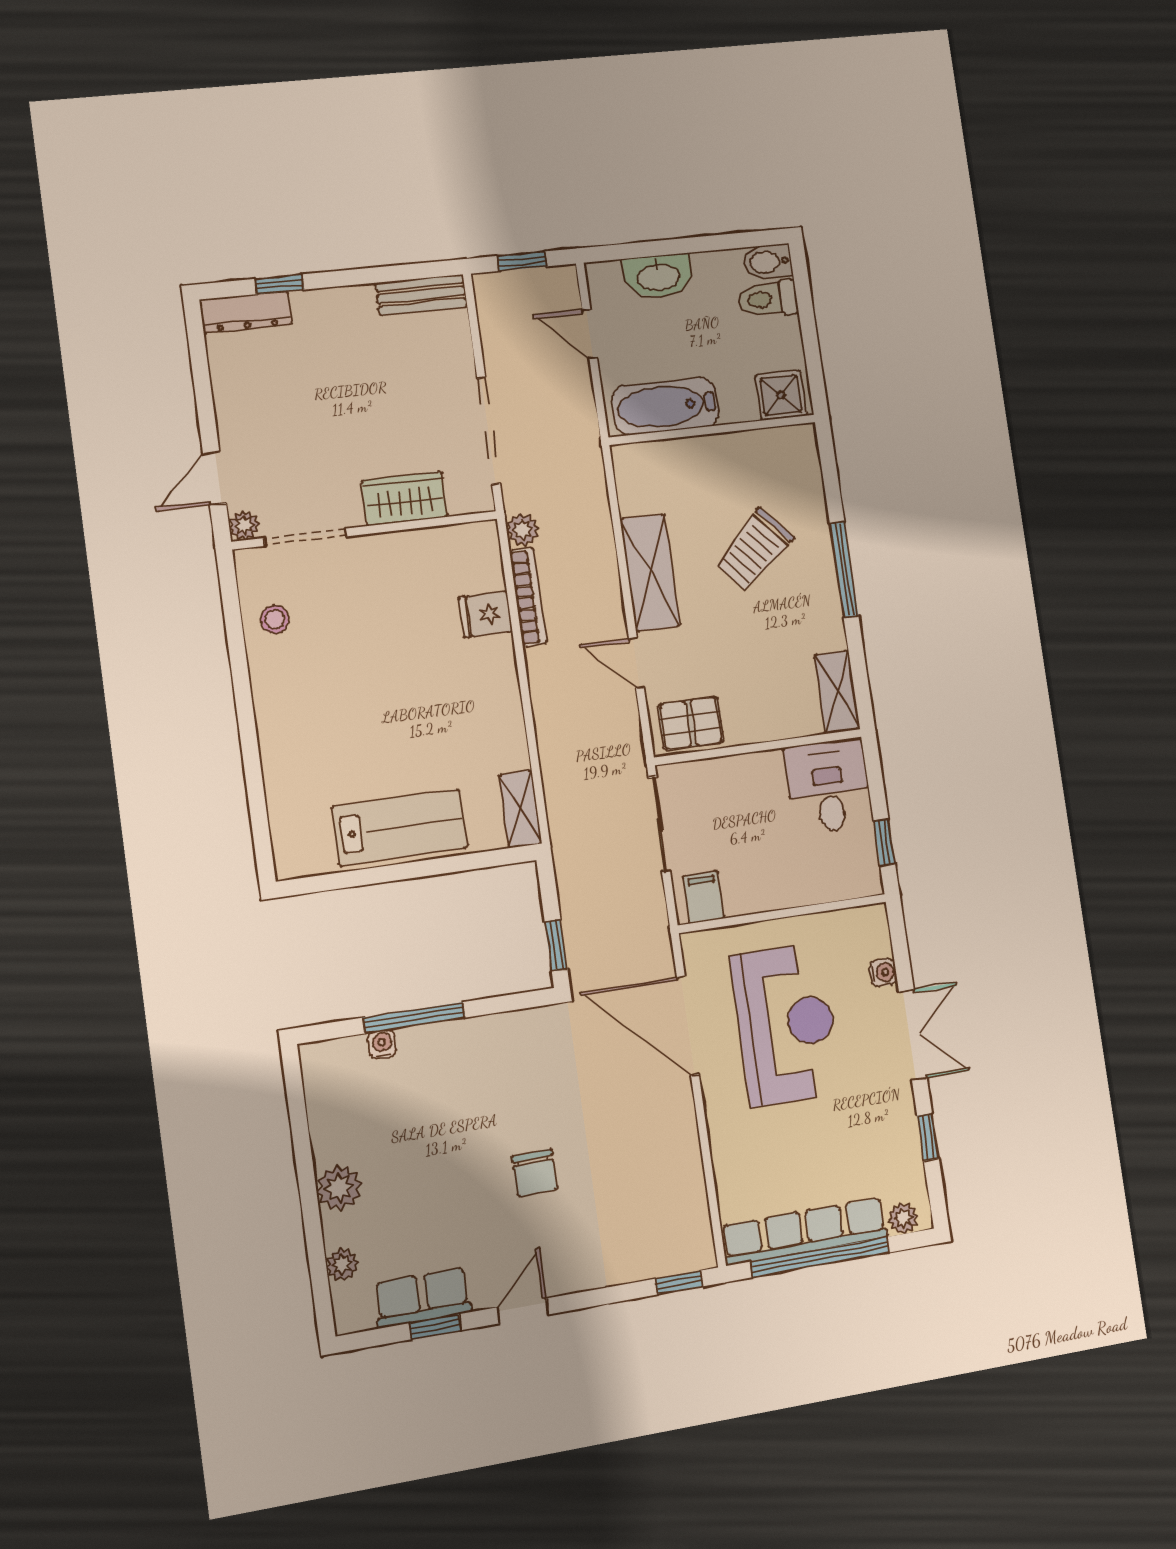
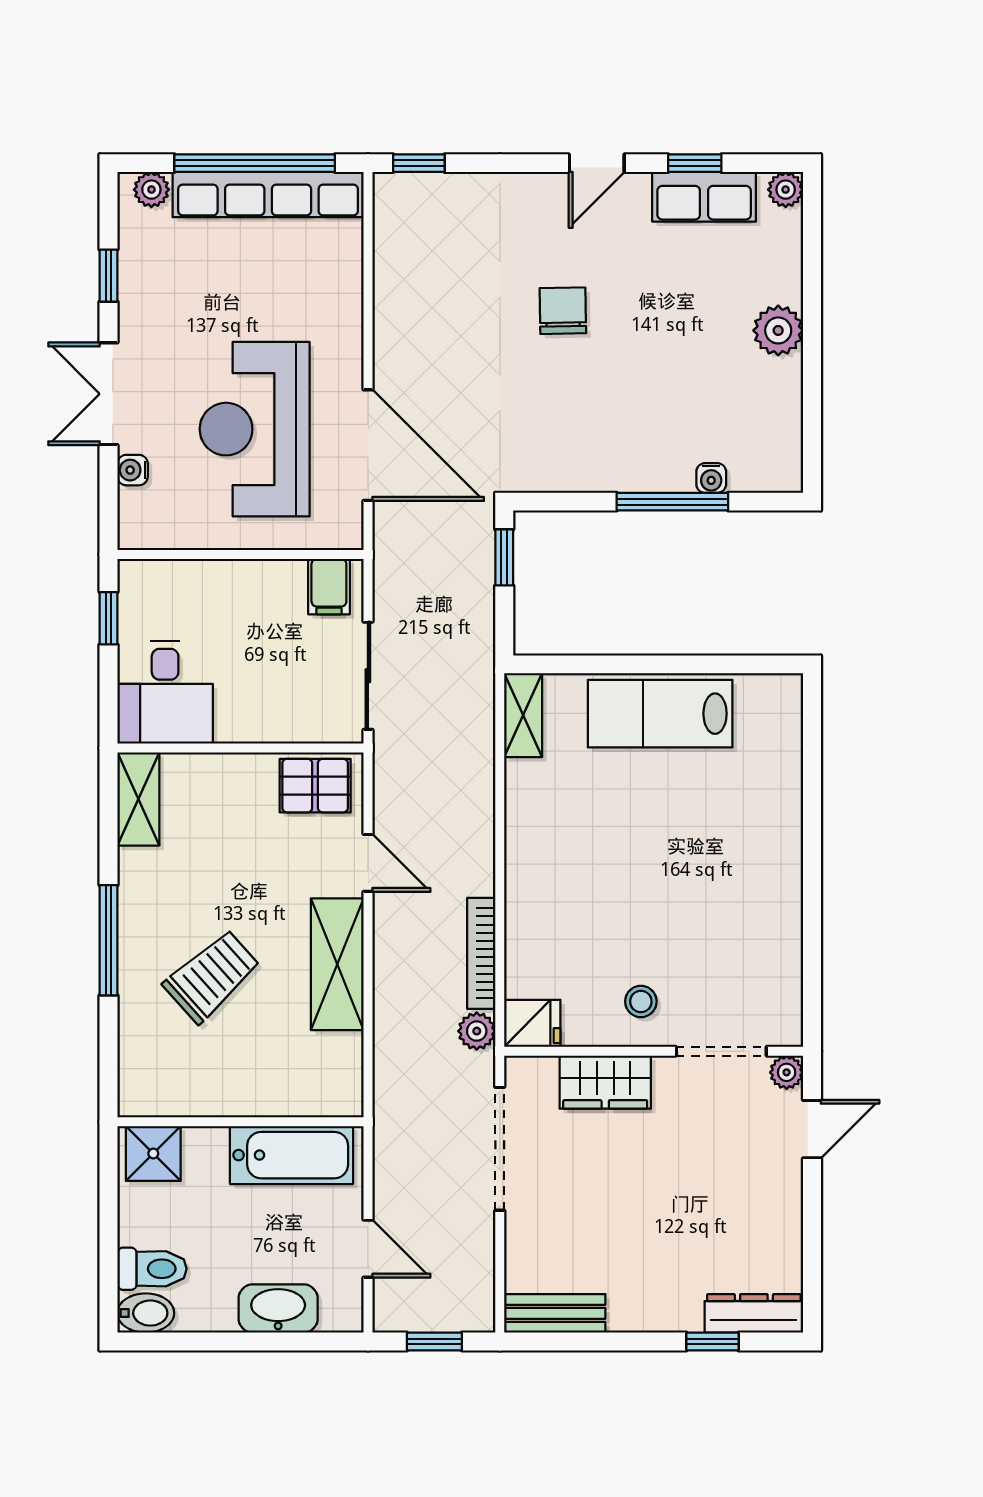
fridge: (485, 614) -> (532, 1023), moved
stool: (275, 619) -> (641, 1001), moved
plant: (342, 1265) -> (786, 190), moved

